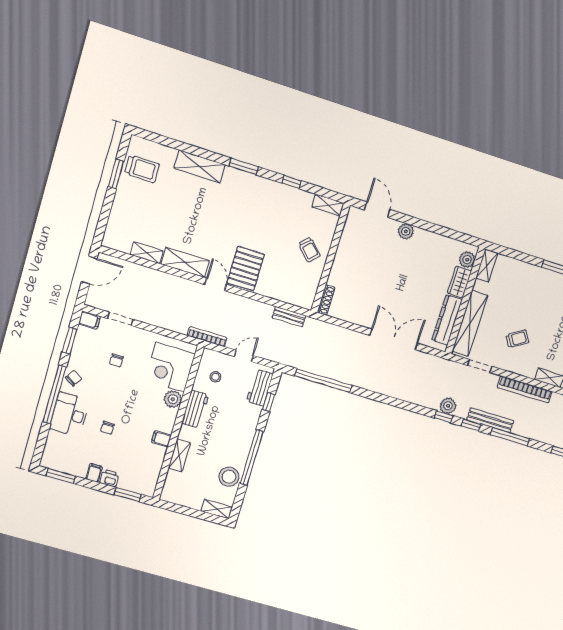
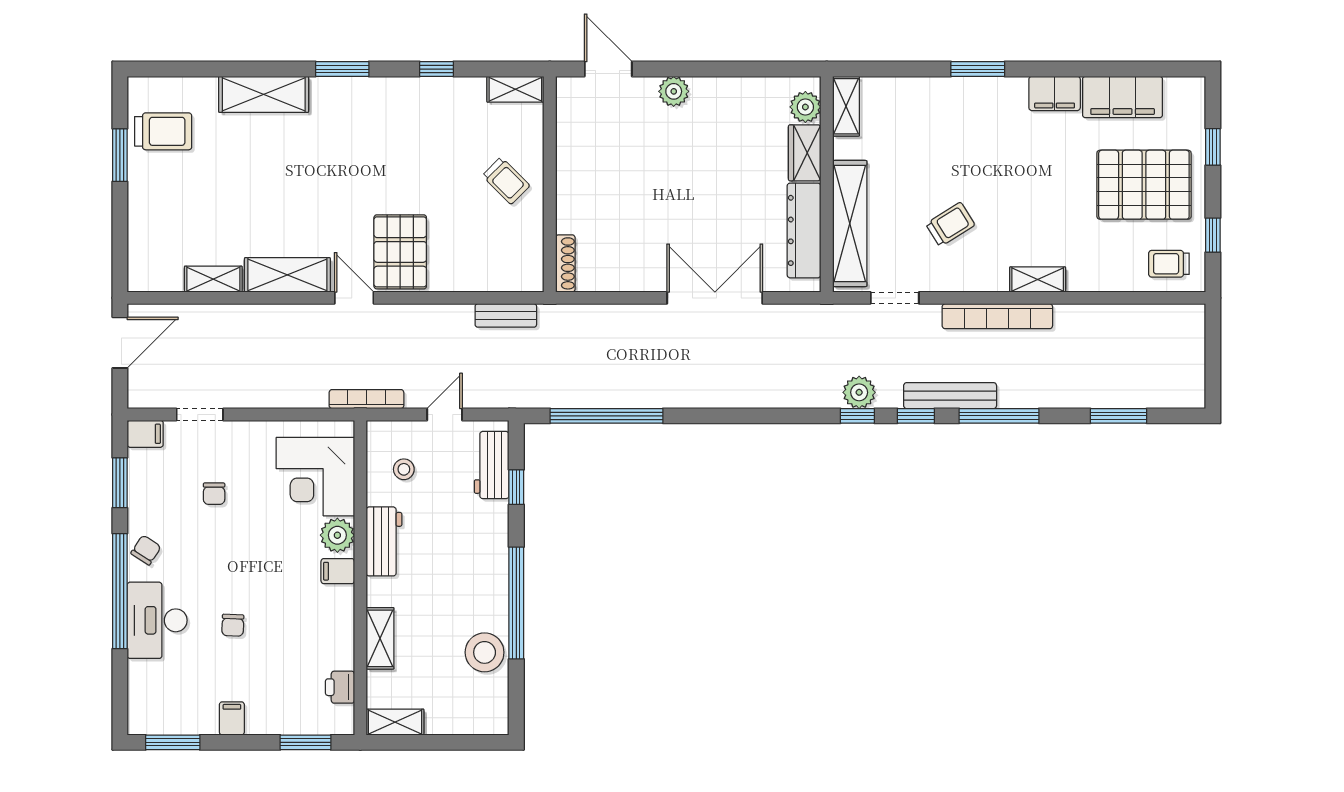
filing cabinet: (161, 439) -> (338, 571), moved
printer: (109, 478) -> (340, 687), moved, turned -90
shelving: (217, 509) -> (395, 722), moved

